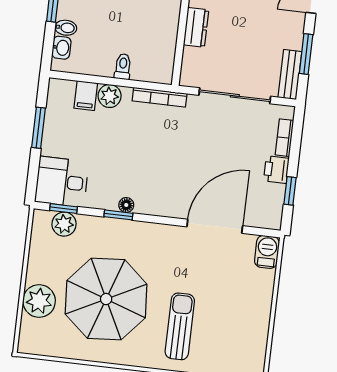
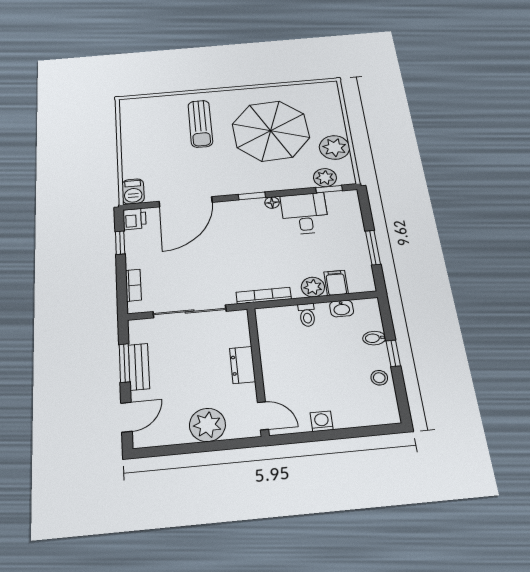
washbasin: (61, 48) -> (342, 309), moved, turned -90
bench: (290, 75) -> (139, 367), moved
printer: (276, 170) -> (135, 219), moved
desk: (62, 182) -> (305, 213), moved, turned -90
window: (118, 215) -> (252, 196), moved
plant: (39, 301) -> (334, 147), moved

